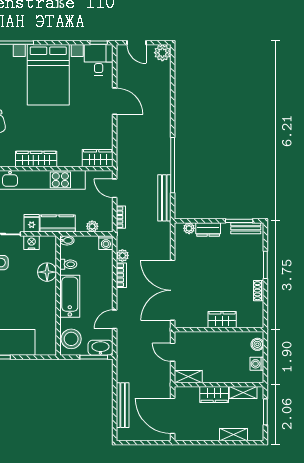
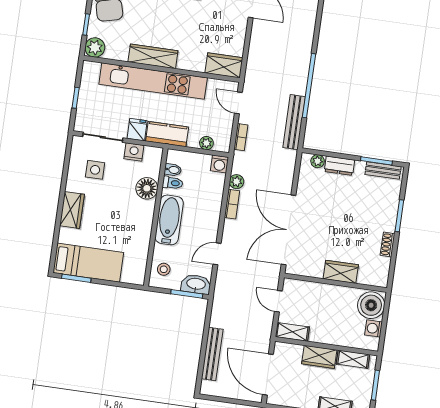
bidet: (67, 240) -> (173, 170), moved
stool: (71, 339) -> (164, 269), width x0.53, depth x0.53
boiler: (257, 344) -> (371, 305), width x1.86, depth x1.86

